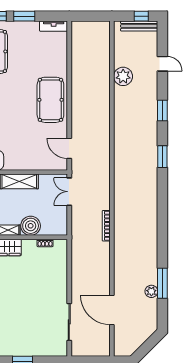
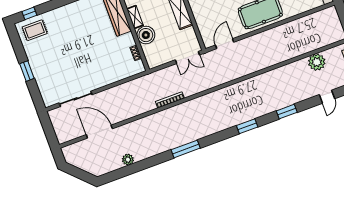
plant: (123, 76) -> (317, 62), moved
double door: (69, 192) -> (187, 57), swing flipped
window: (162, 283) -> (186, 149), moved
door: (112, 310) -> (99, 132), hinge flipped

